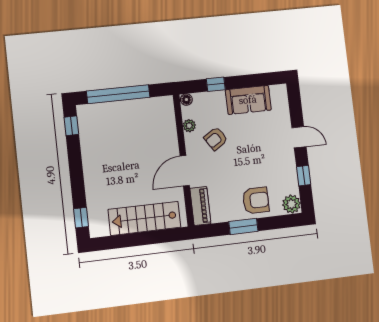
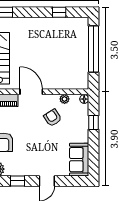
sofa: (248, 100) -> (79, 160), moved
window: (71, 126) -> (59, 12), moved

